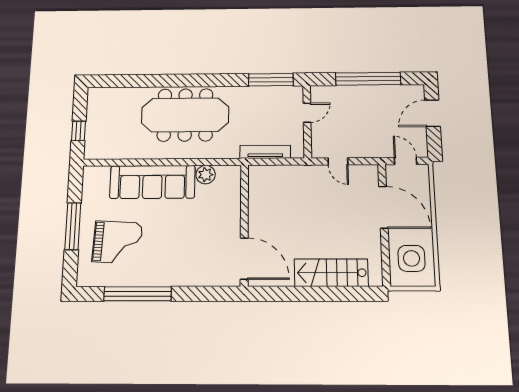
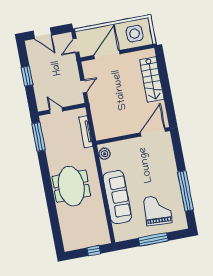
window: (368, 79) -> (27, 76), width x0.47
meeting table: (185, 115) -> (71, 186), width x0.73
plant: (206, 175) -> (105, 154), moved

